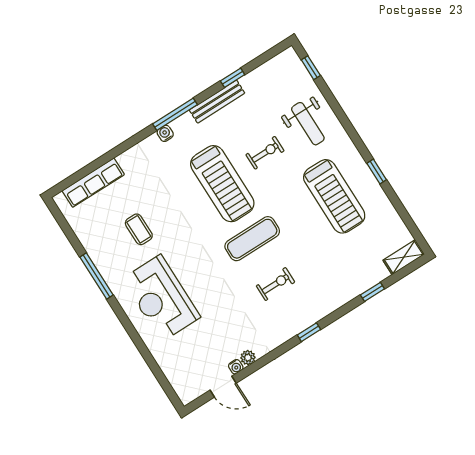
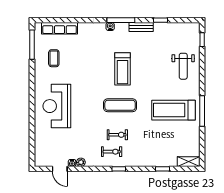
bench: (217, 102) -> (141, 27), width x0.73
exercise bike: (265, 153) -> (112, 152), moved
window: (377, 171) -> (202, 111), width x2.17
treadmill: (222, 184) -> (123, 69), width x0.73, depth x0.73
treadmill: (334, 196) -> (173, 110), turned 90
coffee table: (139, 229) -> (54, 58), moved
window: (96, 276) -> (32, 45), moved

